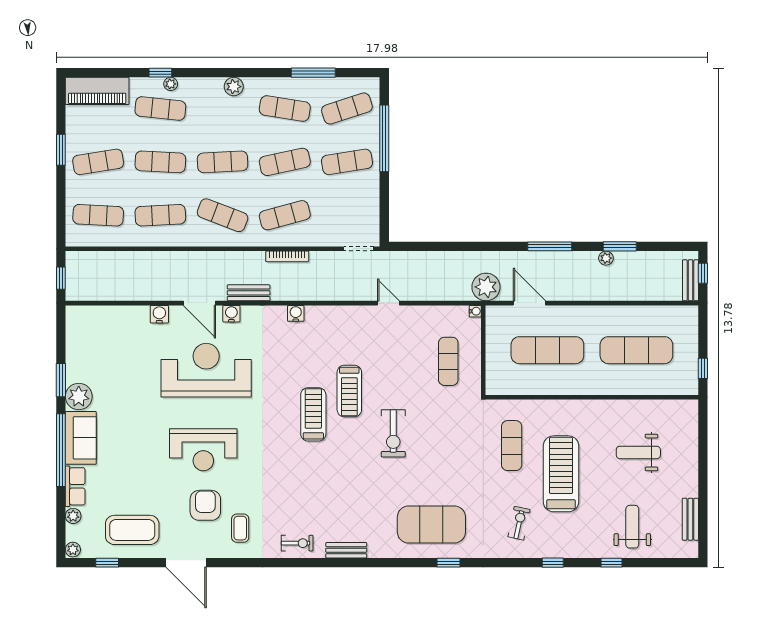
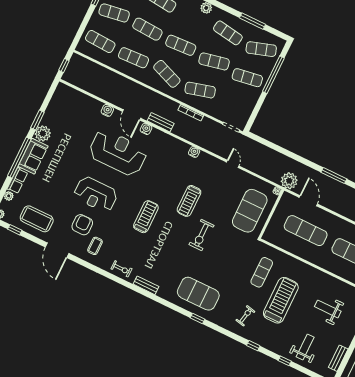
water cooler: (296, 313) -> (194, 152), moved
exercise mat: (448, 361) -> (250, 211), width x2.00, depth x1.45
treadmill: (313, 414) -> (146, 217), moved

